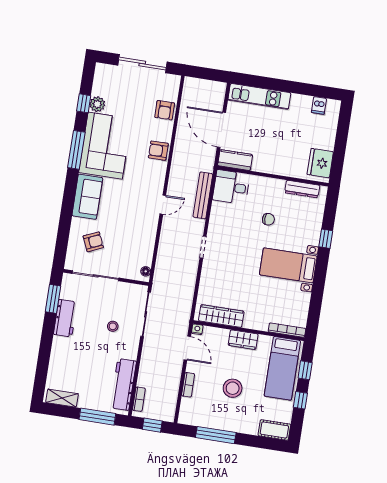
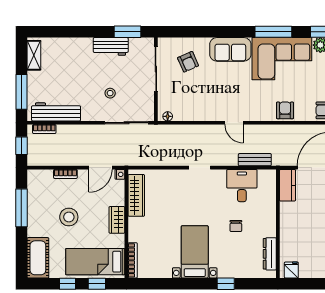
fridge: (320, 163) -> (291, 270), width x0.53, depth x0.75
desk: (231, 187) -> (242, 186), moved
bench: (203, 195) -> (255, 160), width x0.73
cot: (274, 430) -> (38, 258), width x1.37, depth x1.34

